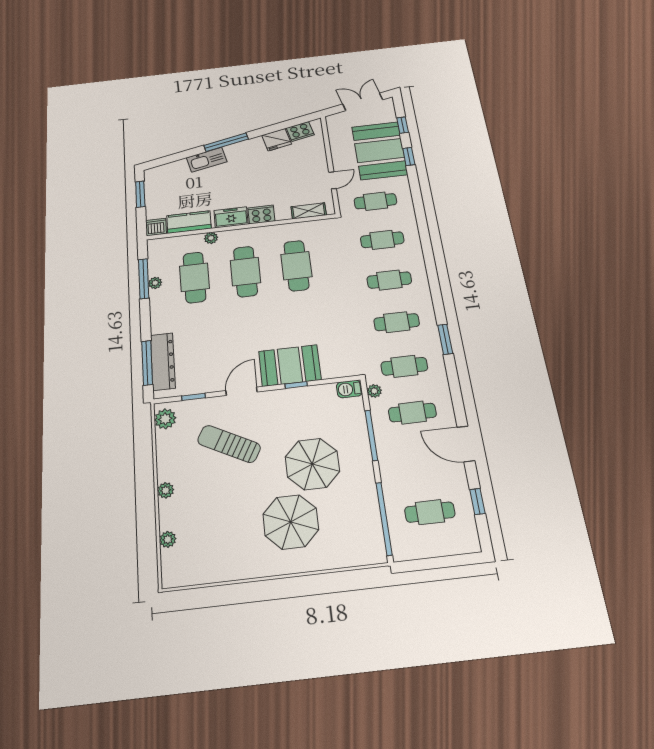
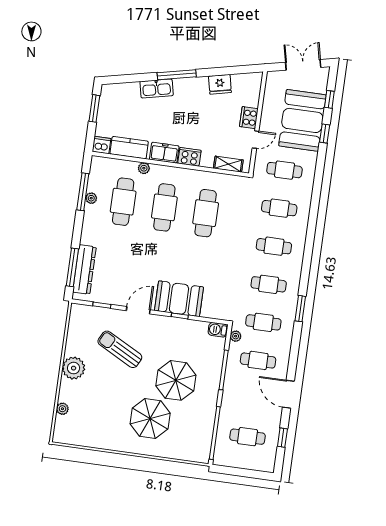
cooker: (300, 131) -> (249, 118), moved, turned 102
plant: (165, 419) -> (78, 317), removed
plant: (166, 490) -> (74, 368), width x1.88, depth x1.88

